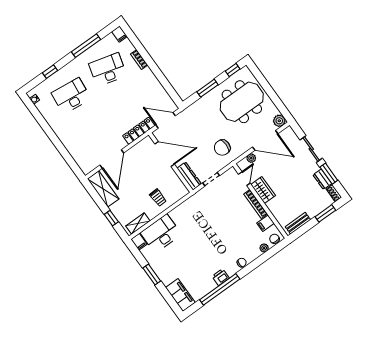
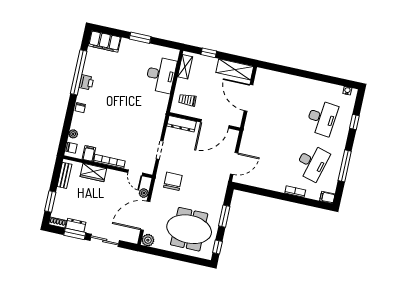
meeting table: (242, 102) -> (189, 229), turned 90
locker: (139, 131) -> (247, 137), removed
door: (165, 154) -> (215, 124), moved
wall: (171, 162) -> (205, 121), moved
dresser: (189, 176) -> (182, 124), moved
wardrobe: (263, 190) -> (93, 173), moved
filing cabinet: (139, 242) -> (172, 54), removed

